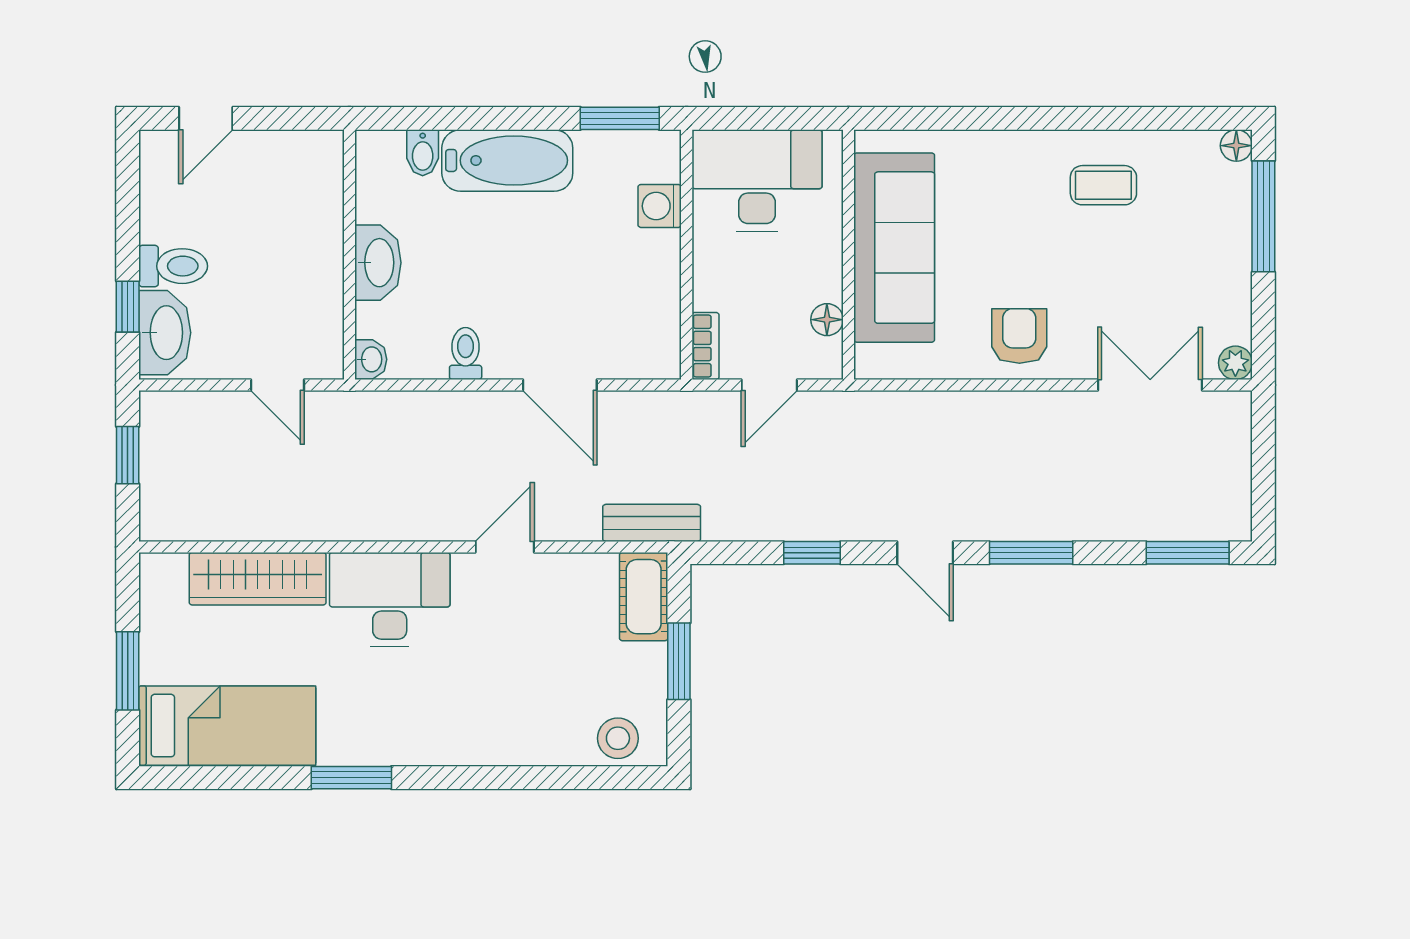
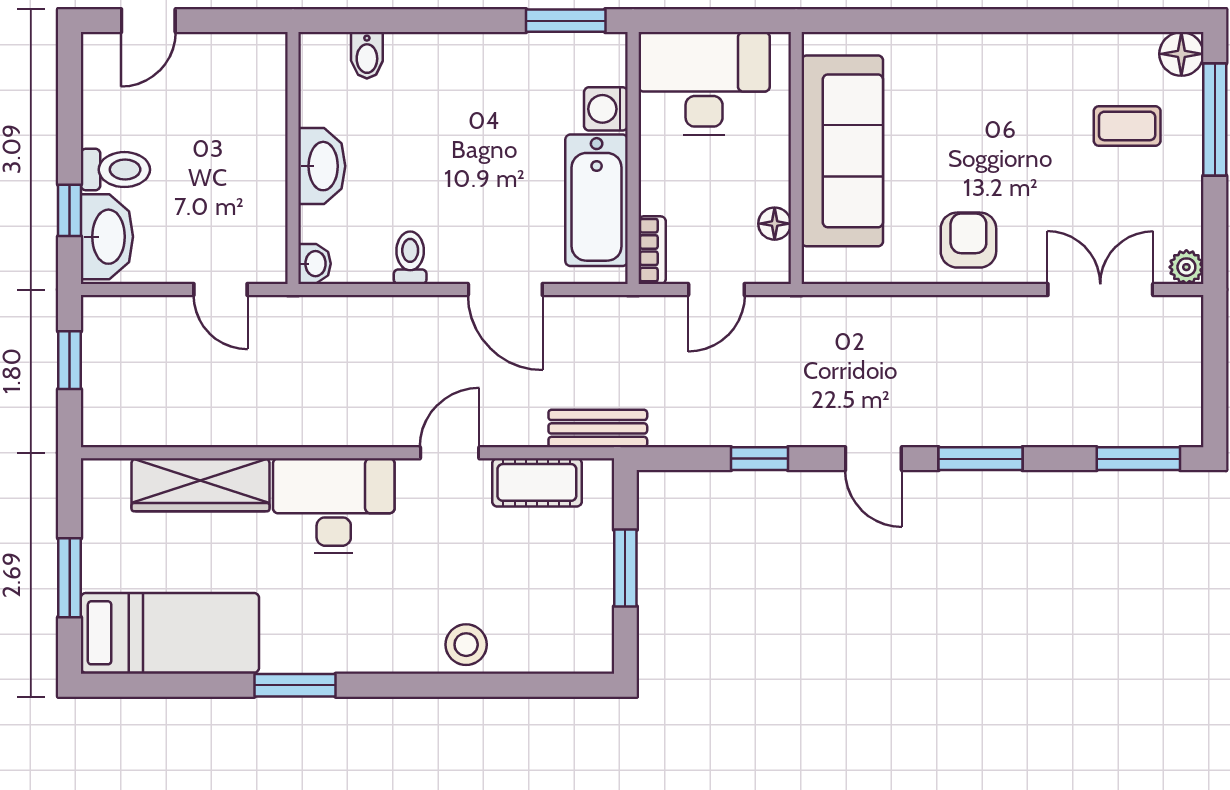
floor lamp: (1236, 146) -> (1181, 54), width x1.37, depth x1.37
bathtub: (507, 160) -> (597, 200), moved, turned 90
coffee table: (1103, 185) -> (1127, 126), moved
cot: (644, 597) -> (537, 482), moved, turned 90
stool: (618, 738) -> (466, 645), moved

